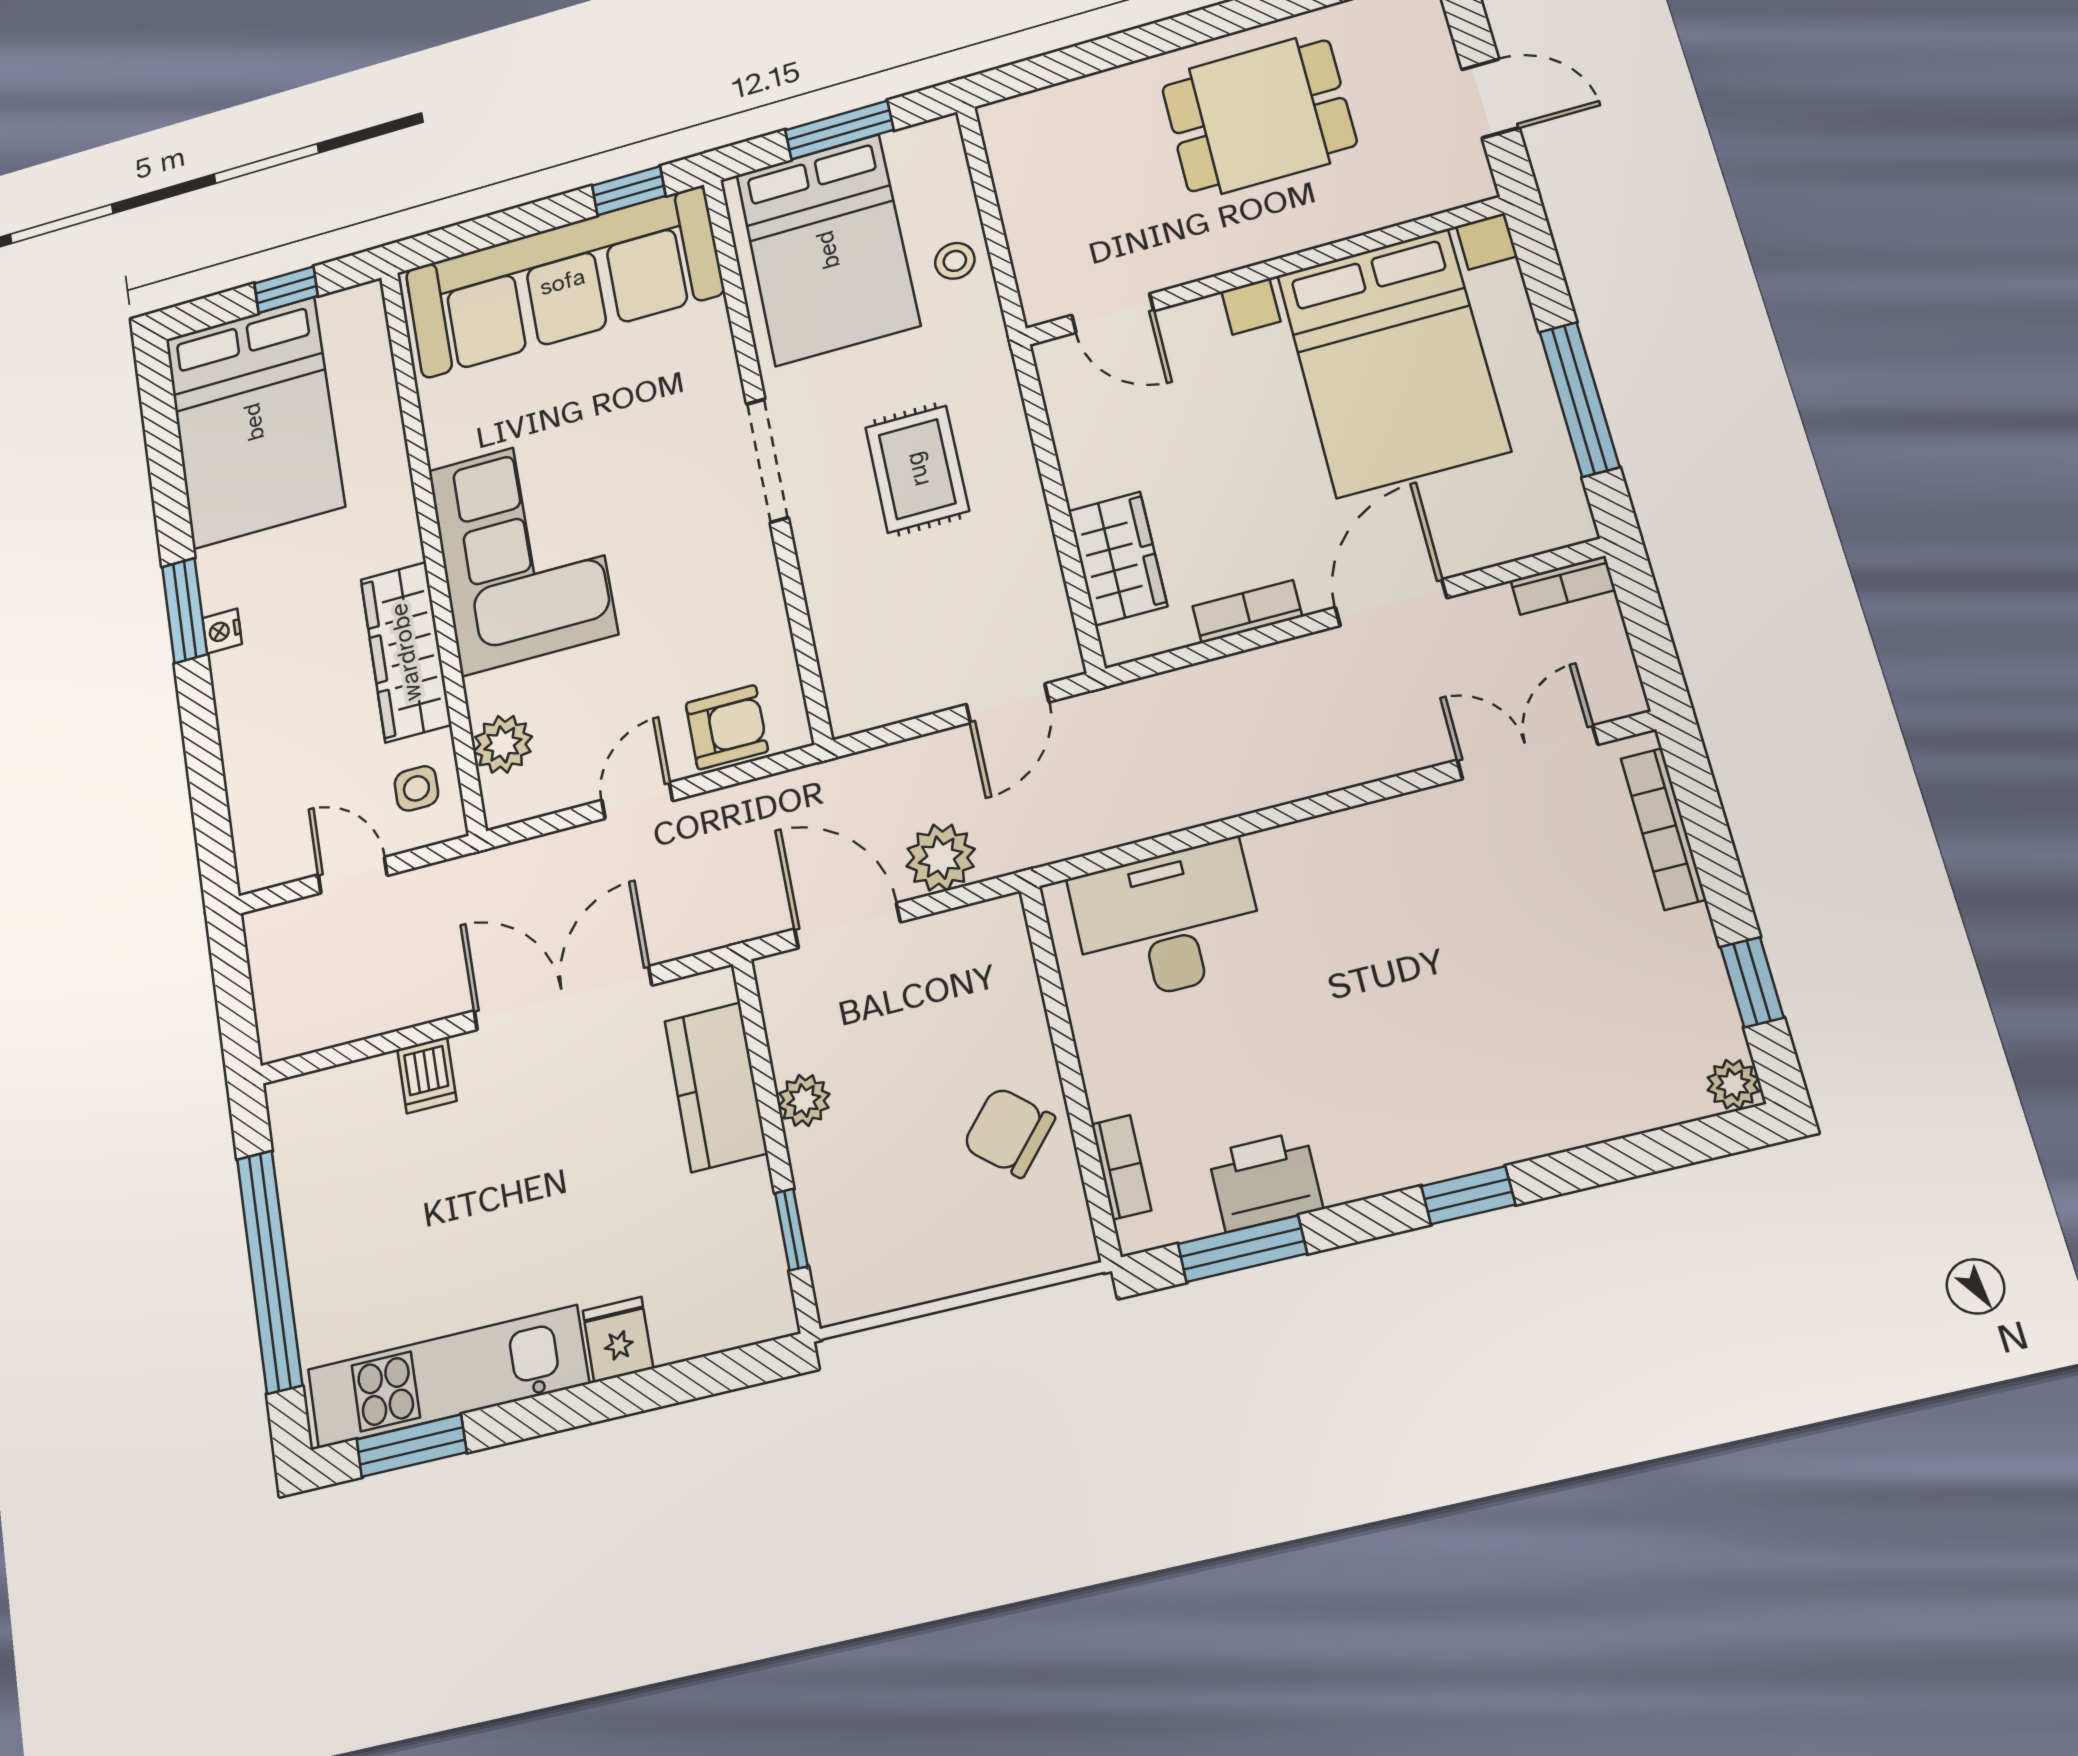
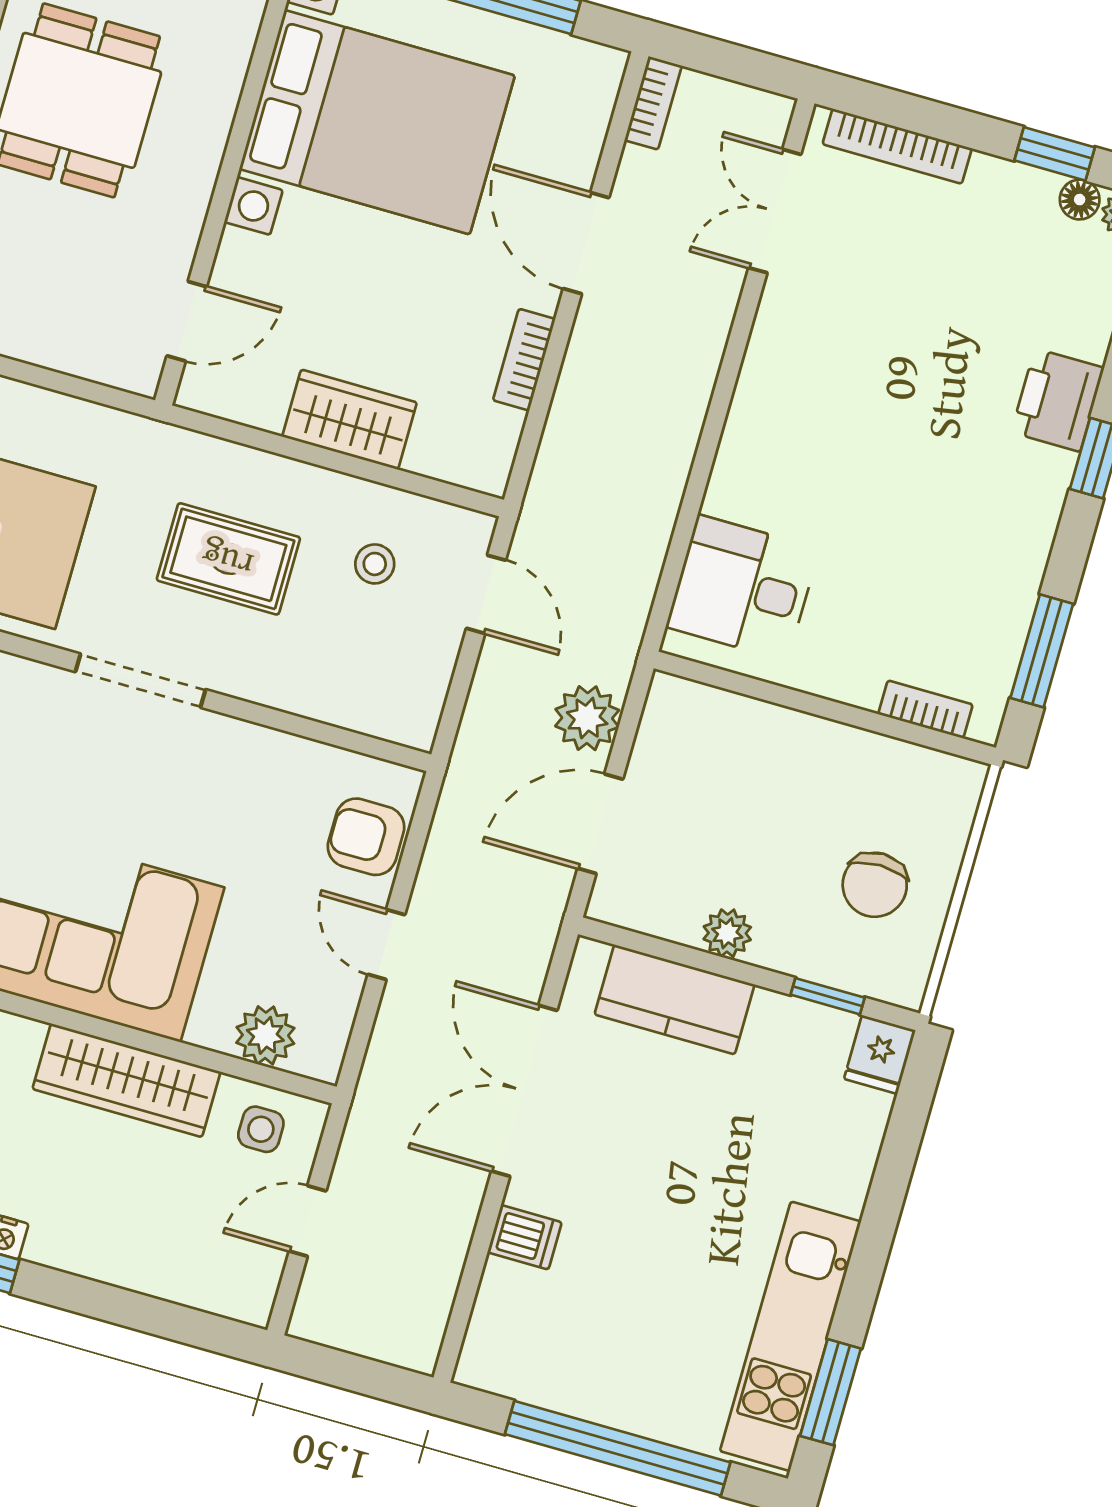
stool: (955, 261) -> (375, 564), moved
wardrobe: (1118, 559) -> (349, 419), moved
armchair: (727, 727) -> (366, 837), turned -90
desk: (1167, 922) -> (743, 588), width x0.73
floor lamp: (1721, 1032) -> (1080, 200), added
chair: (1009, 1132) -> (875, 885), moved, turned -41
printer: (1265, 1181) -> (1057, 400), moved
fridge: (618, 1340) -> (880, 1055), moved, turned -90

